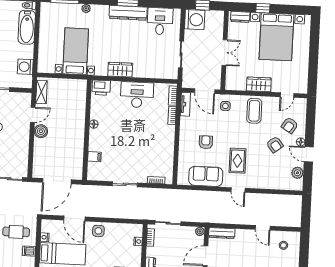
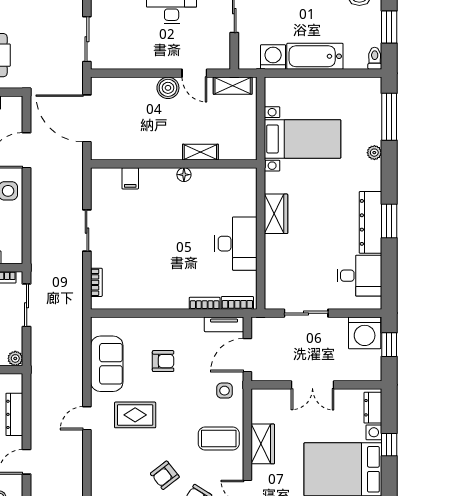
bathtub: (27, 27) -> (315, 56), moved
printer: (101, 88) -> (245, 184), removed
shelving: (81, 113) -> (200, 152), added
dresser: (222, 233) -> (14, 414), moved

